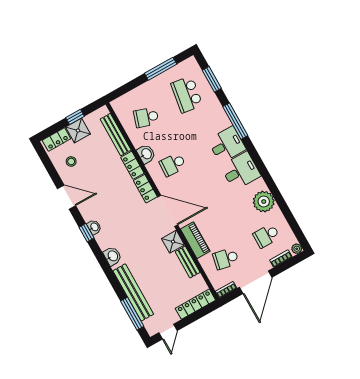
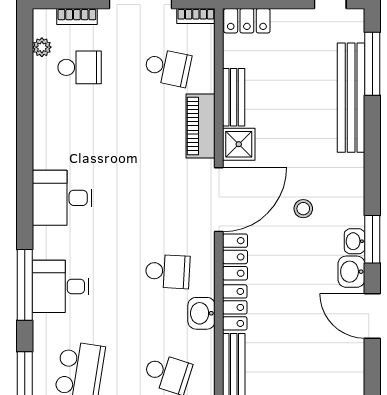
desk: (227, 145) -> (61, 286), moved
stool: (71, 161) -> (303, 209), moved
plant: (264, 202) -> (52, 126), removed
door: (168, 211) -> (219, 200), swing flipped
window: (87, 233) -> (372, 239), width x1.50
plant: (297, 249) -> (42, 47), moved
washbasin: (112, 256) -> (351, 272), moved
locker: (195, 304) -> (247, 21), width x0.66

